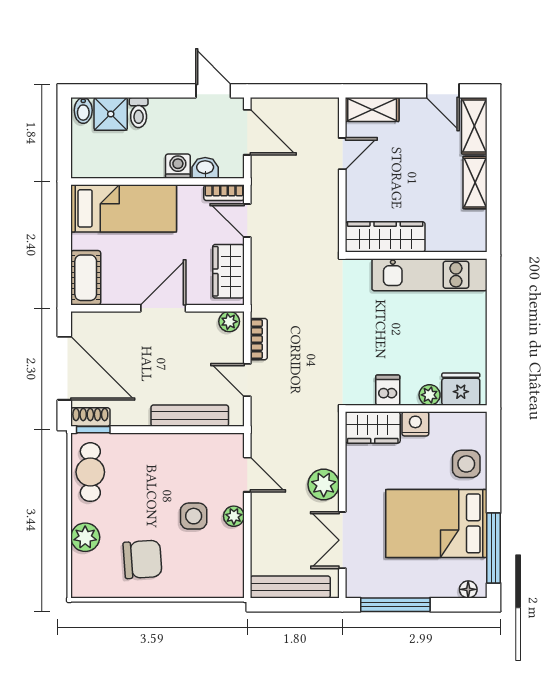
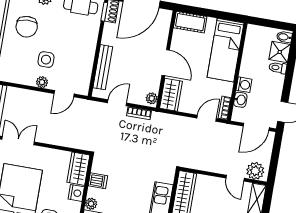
wardrobe: (228, 271) -> (171, 95), moved, turned 90
plant: (324, 484) -> (255, 171), moved

